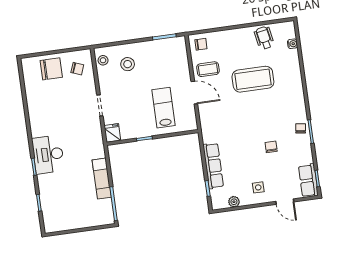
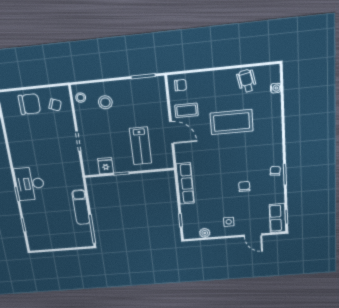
lab bench: (163, 108) -> (141, 146), turned 180
fridge: (112, 133) -> (106, 166), moved
row of seats: (213, 166) -> (185, 184), moved

